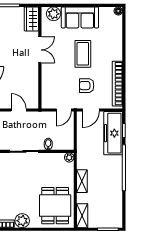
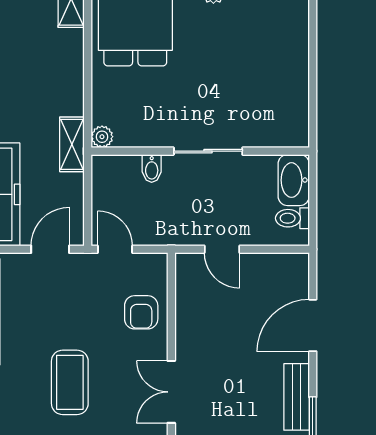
armchair: (87, 86) -> (141, 312), moved, turned 90
door: (64, 110) -> (115, 249), hinge flipped
shelving: (82, 181) -> (72, 144), moved

